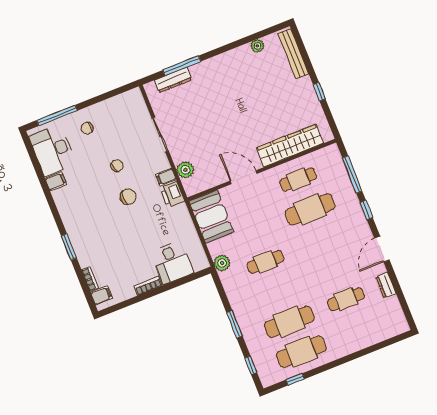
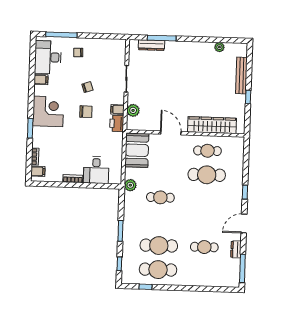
bench: (293, 54) -> (241, 75), moved
window: (352, 175) -> (242, 268), moved
corner desk: (82, 217) -> (48, 111), added

